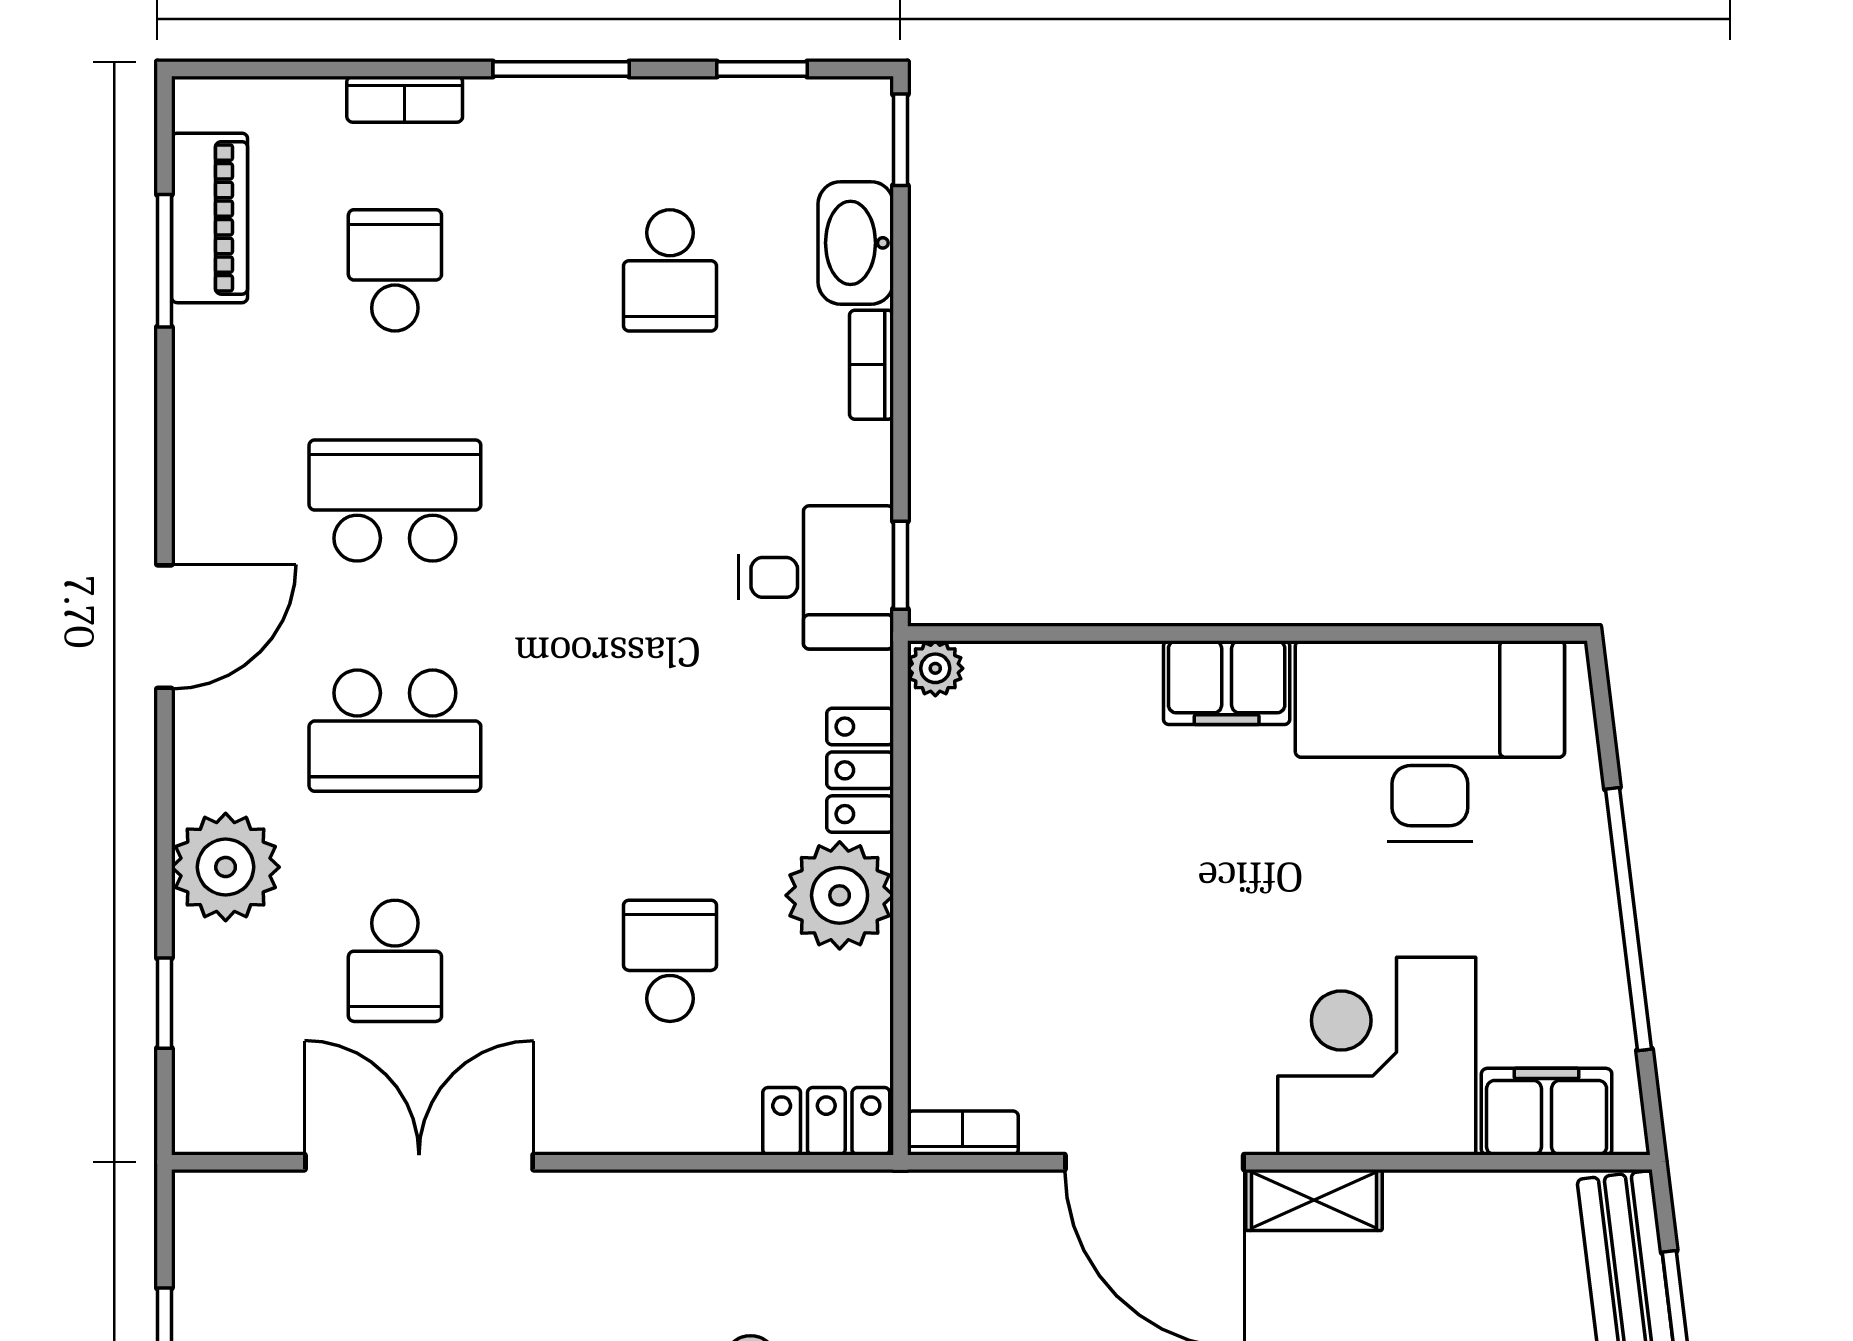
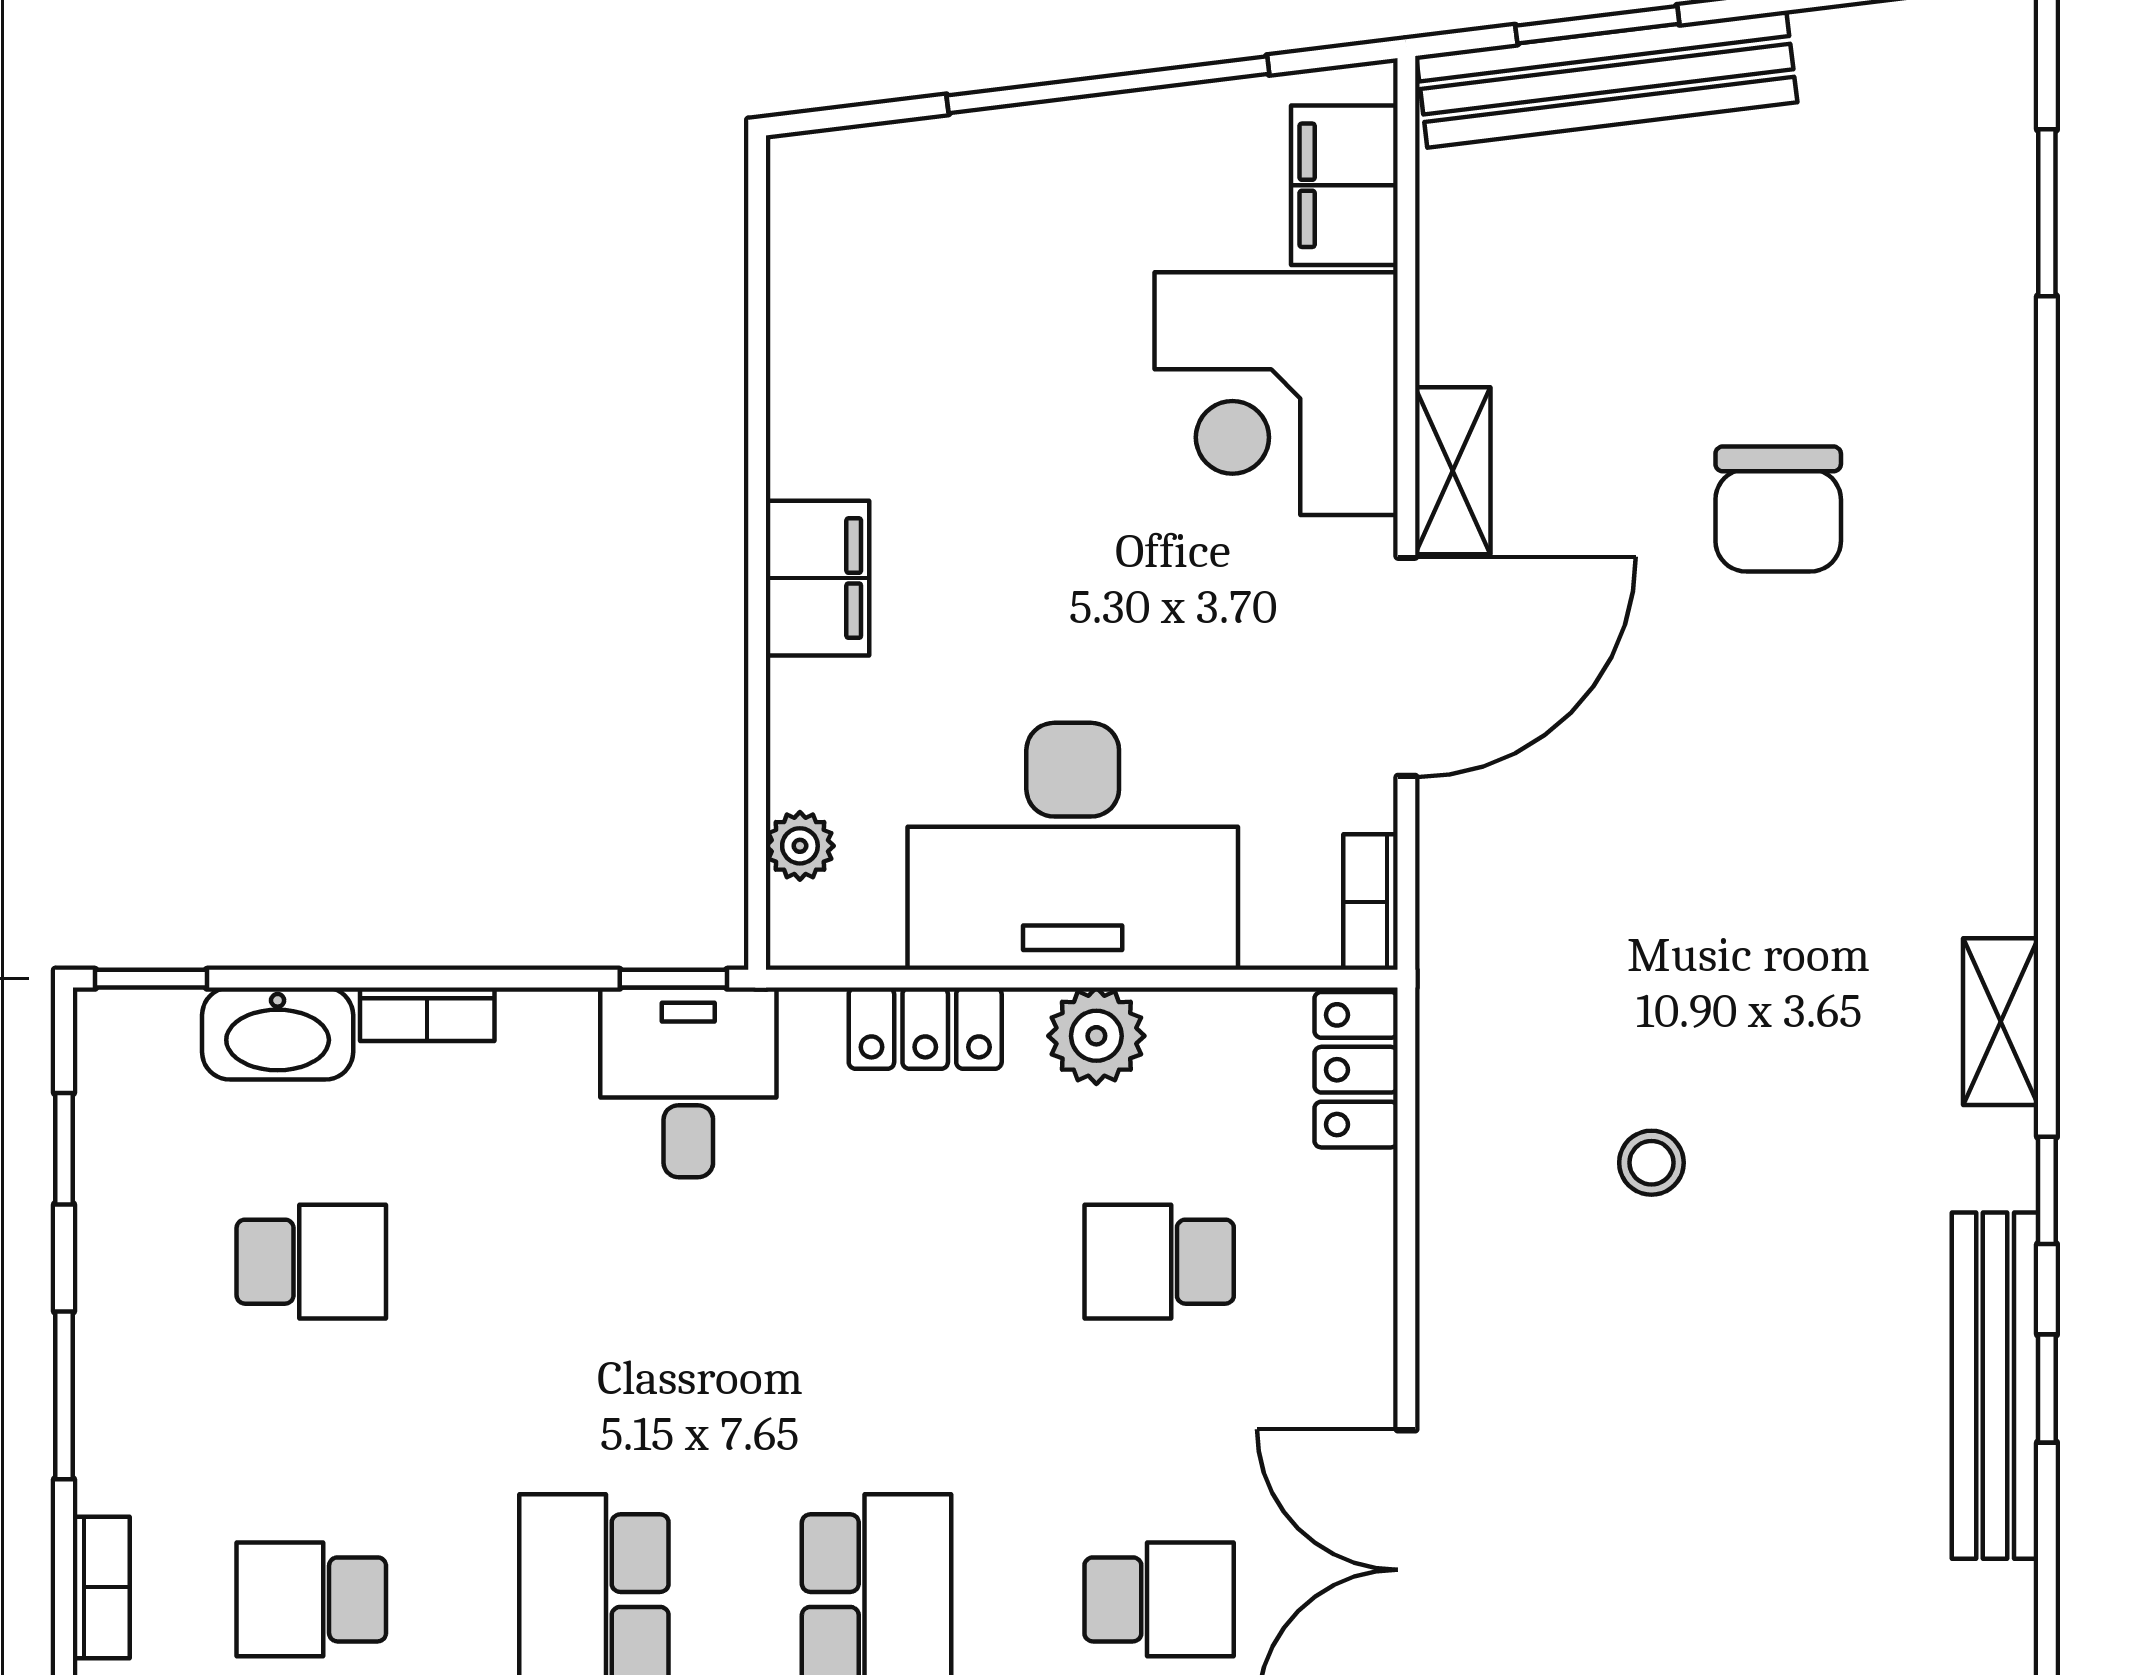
plant: (935, 668) -> (800, 846), moved
desk: (1430, 741) -> (1073, 846), moved, turned -90
plant: (840, 895) -> (1096, 1036), width x0.73, depth x0.73

